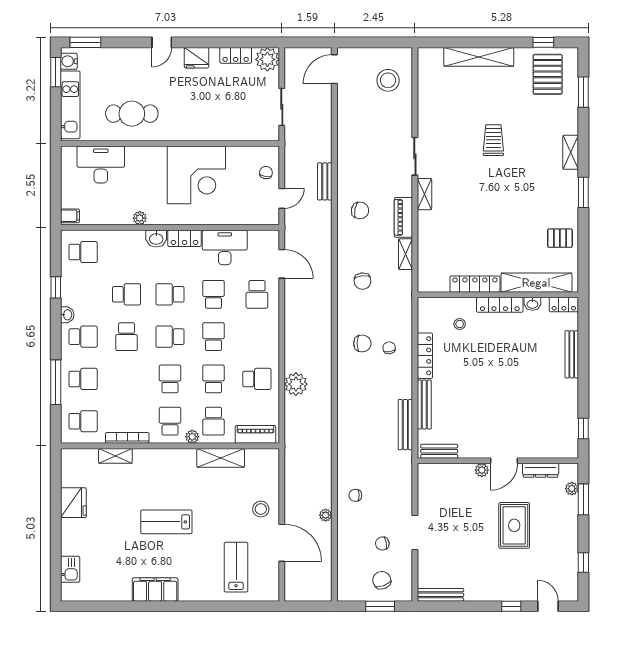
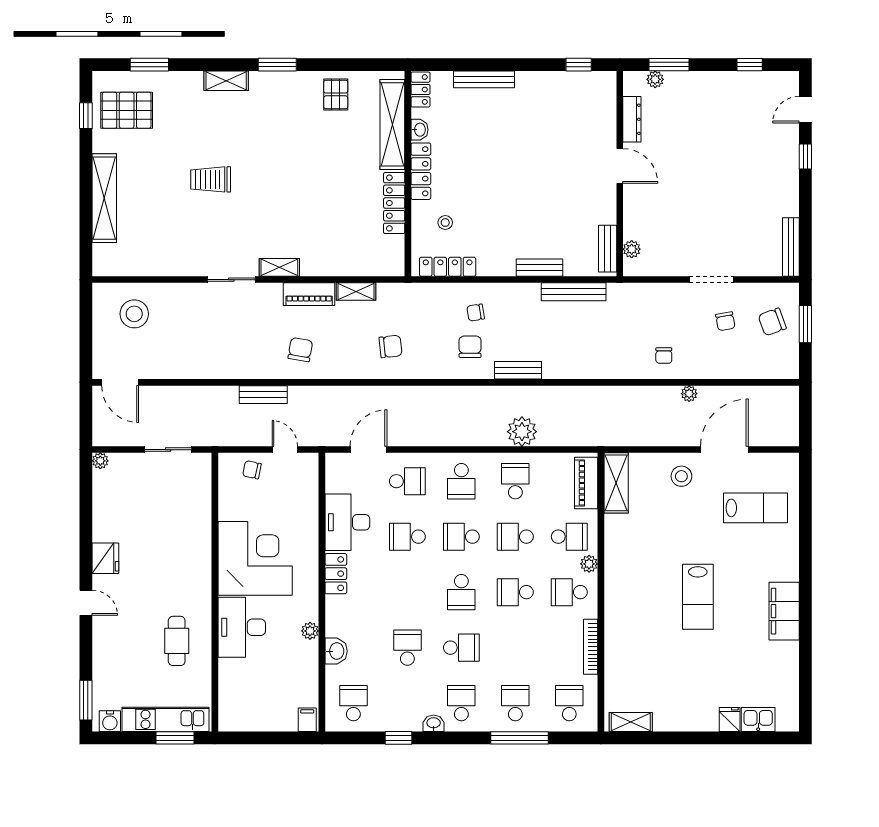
locker: (236, 55) -> (102, 508), removed
plant: (267, 59) -> (100, 461), width x0.53, depth x0.53
window: (56, 72) -> (175, 738), moved
cafe table: (132, 114) -> (177, 641), width x0.73, depth x0.74
desk: (101, 165) -> (242, 627), moved
washbasin: (156, 238) -> (336, 651), moved
school desk: (170, 294) -> (461, 481), moved
locker: (425, 356) -> (448, 267), moved
bench: (344, 381) -> (518, 370), added
bench: (424, 405) -> (540, 268), width x0.73
shelving: (115, 456) -> (631, 722), moved, turned 90
shelving: (221, 458) -> (616, 483), moved
plant: (482, 470) -> (632, 249), moved
fridge: (73, 503) -> (730, 719), moved, width x0.53, depth x0.75
rug: (514, 525) -> (702, 153), removed
lab bench: (236, 567) -> (756, 508), turned 180

